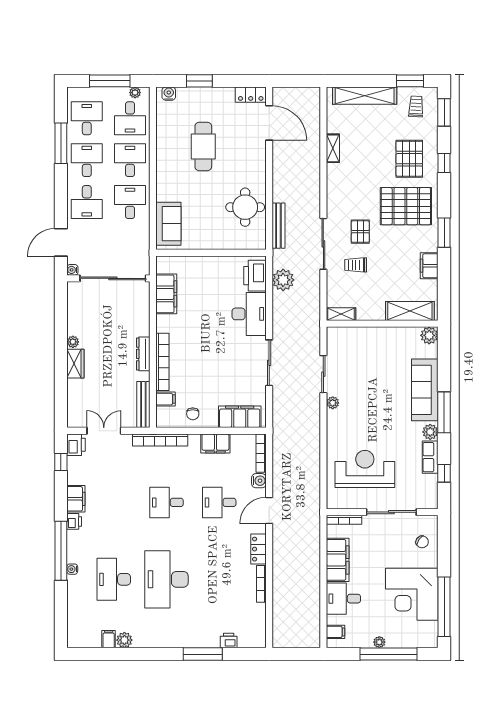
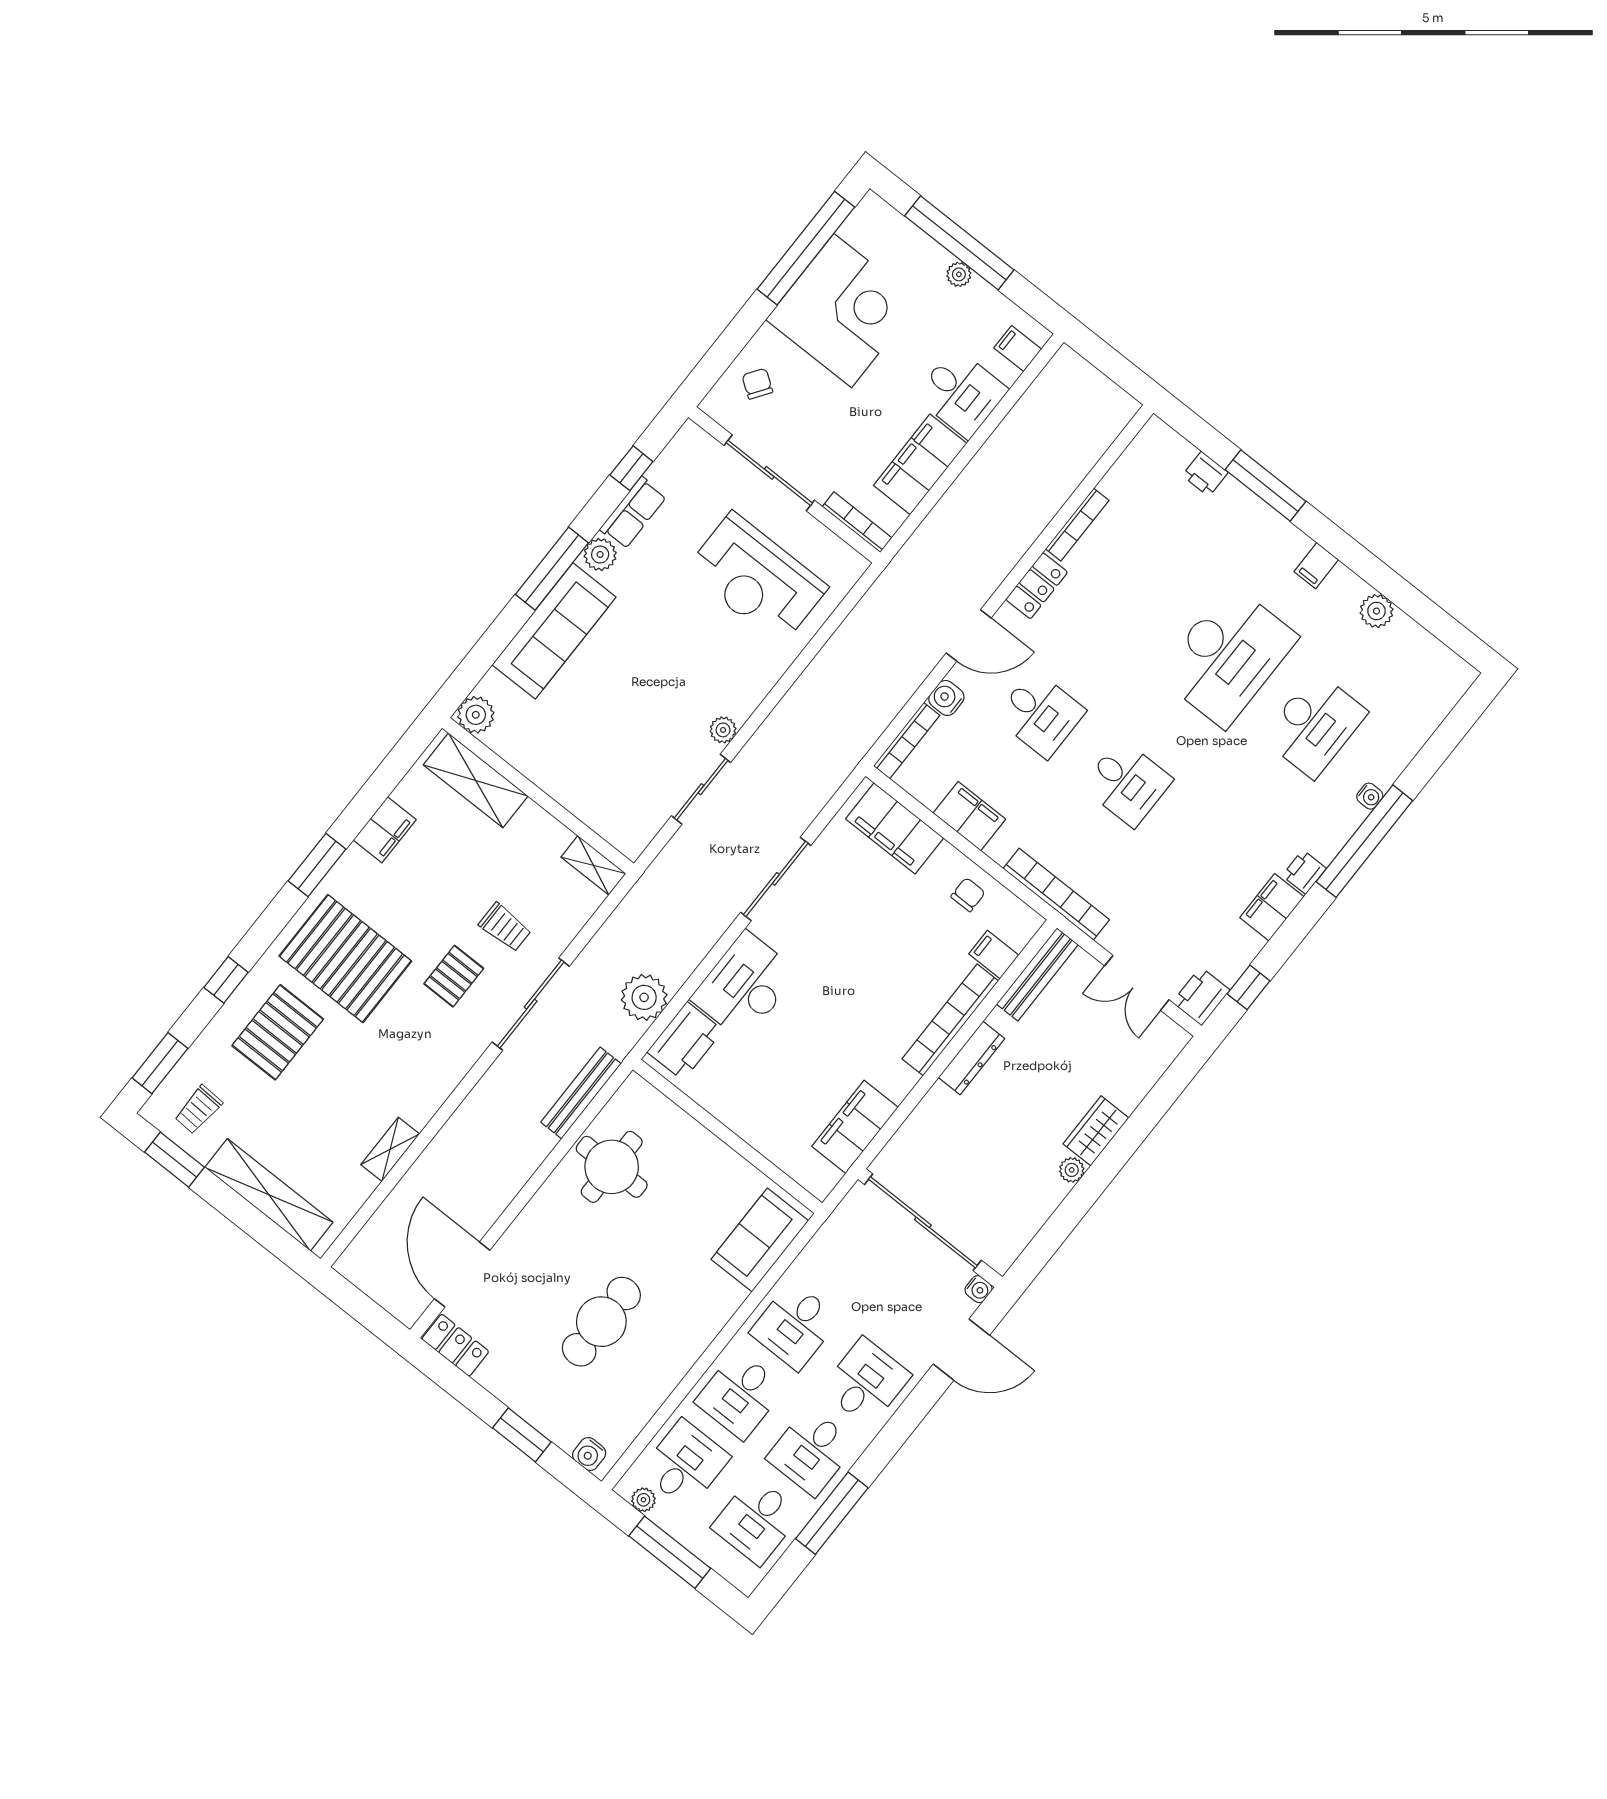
filing cabinet: (109, 639) -> (1316, 566), moved

